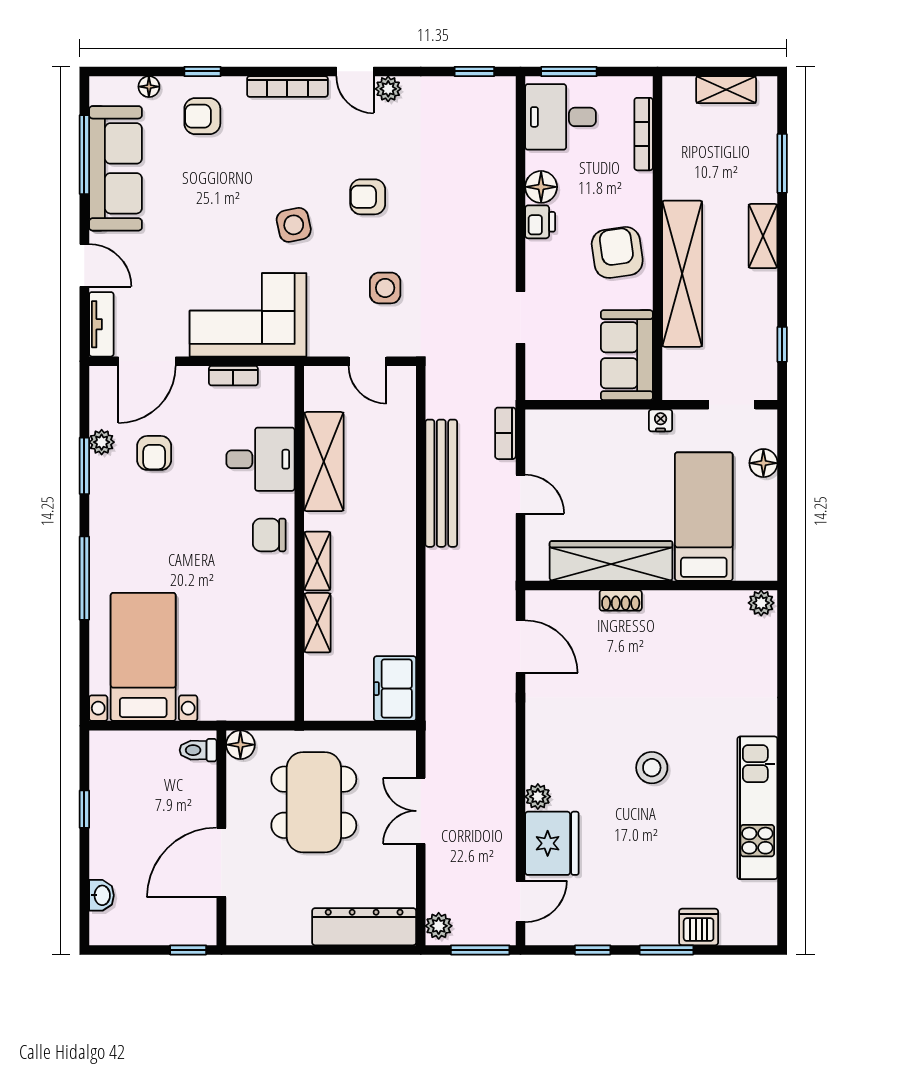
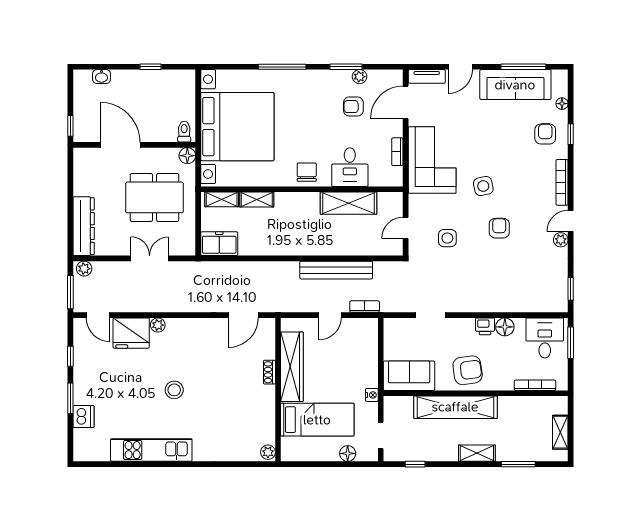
door: (147, 361) -> (406, 102), hinge flipped
shelving: (317, 561) -> (222, 199), moved
bed with nightstands: (143, 657) -> (237, 127), width x1.85

